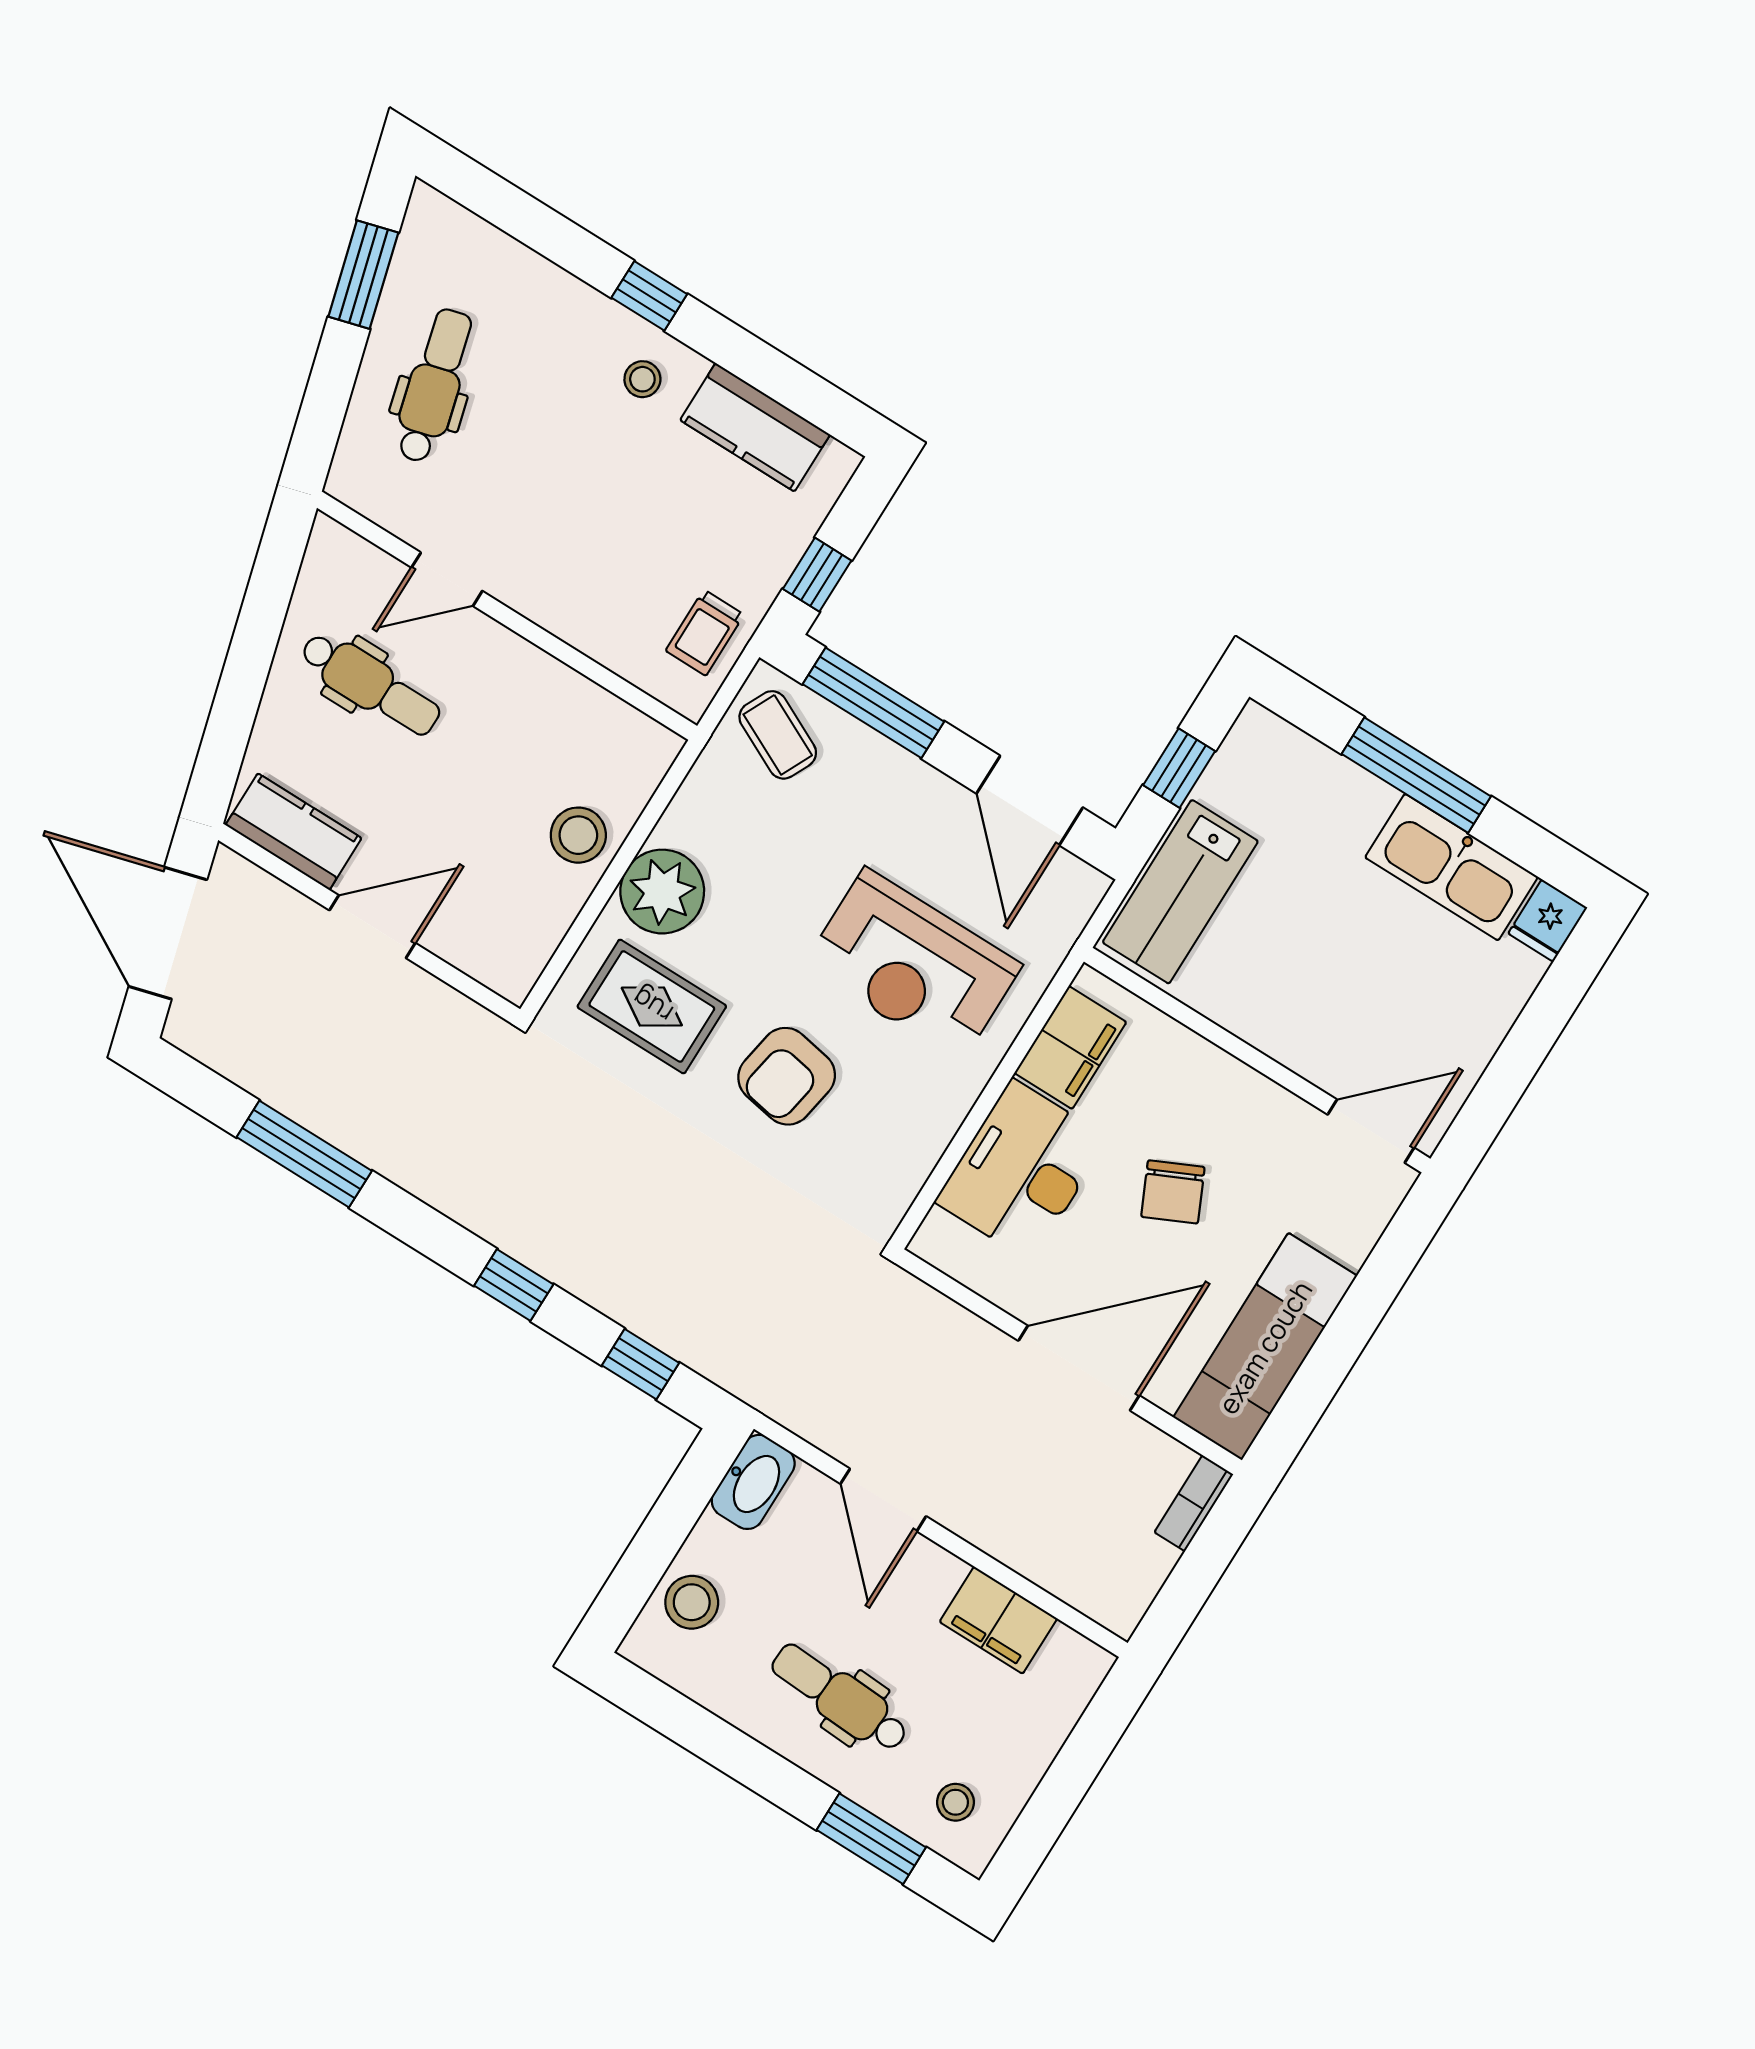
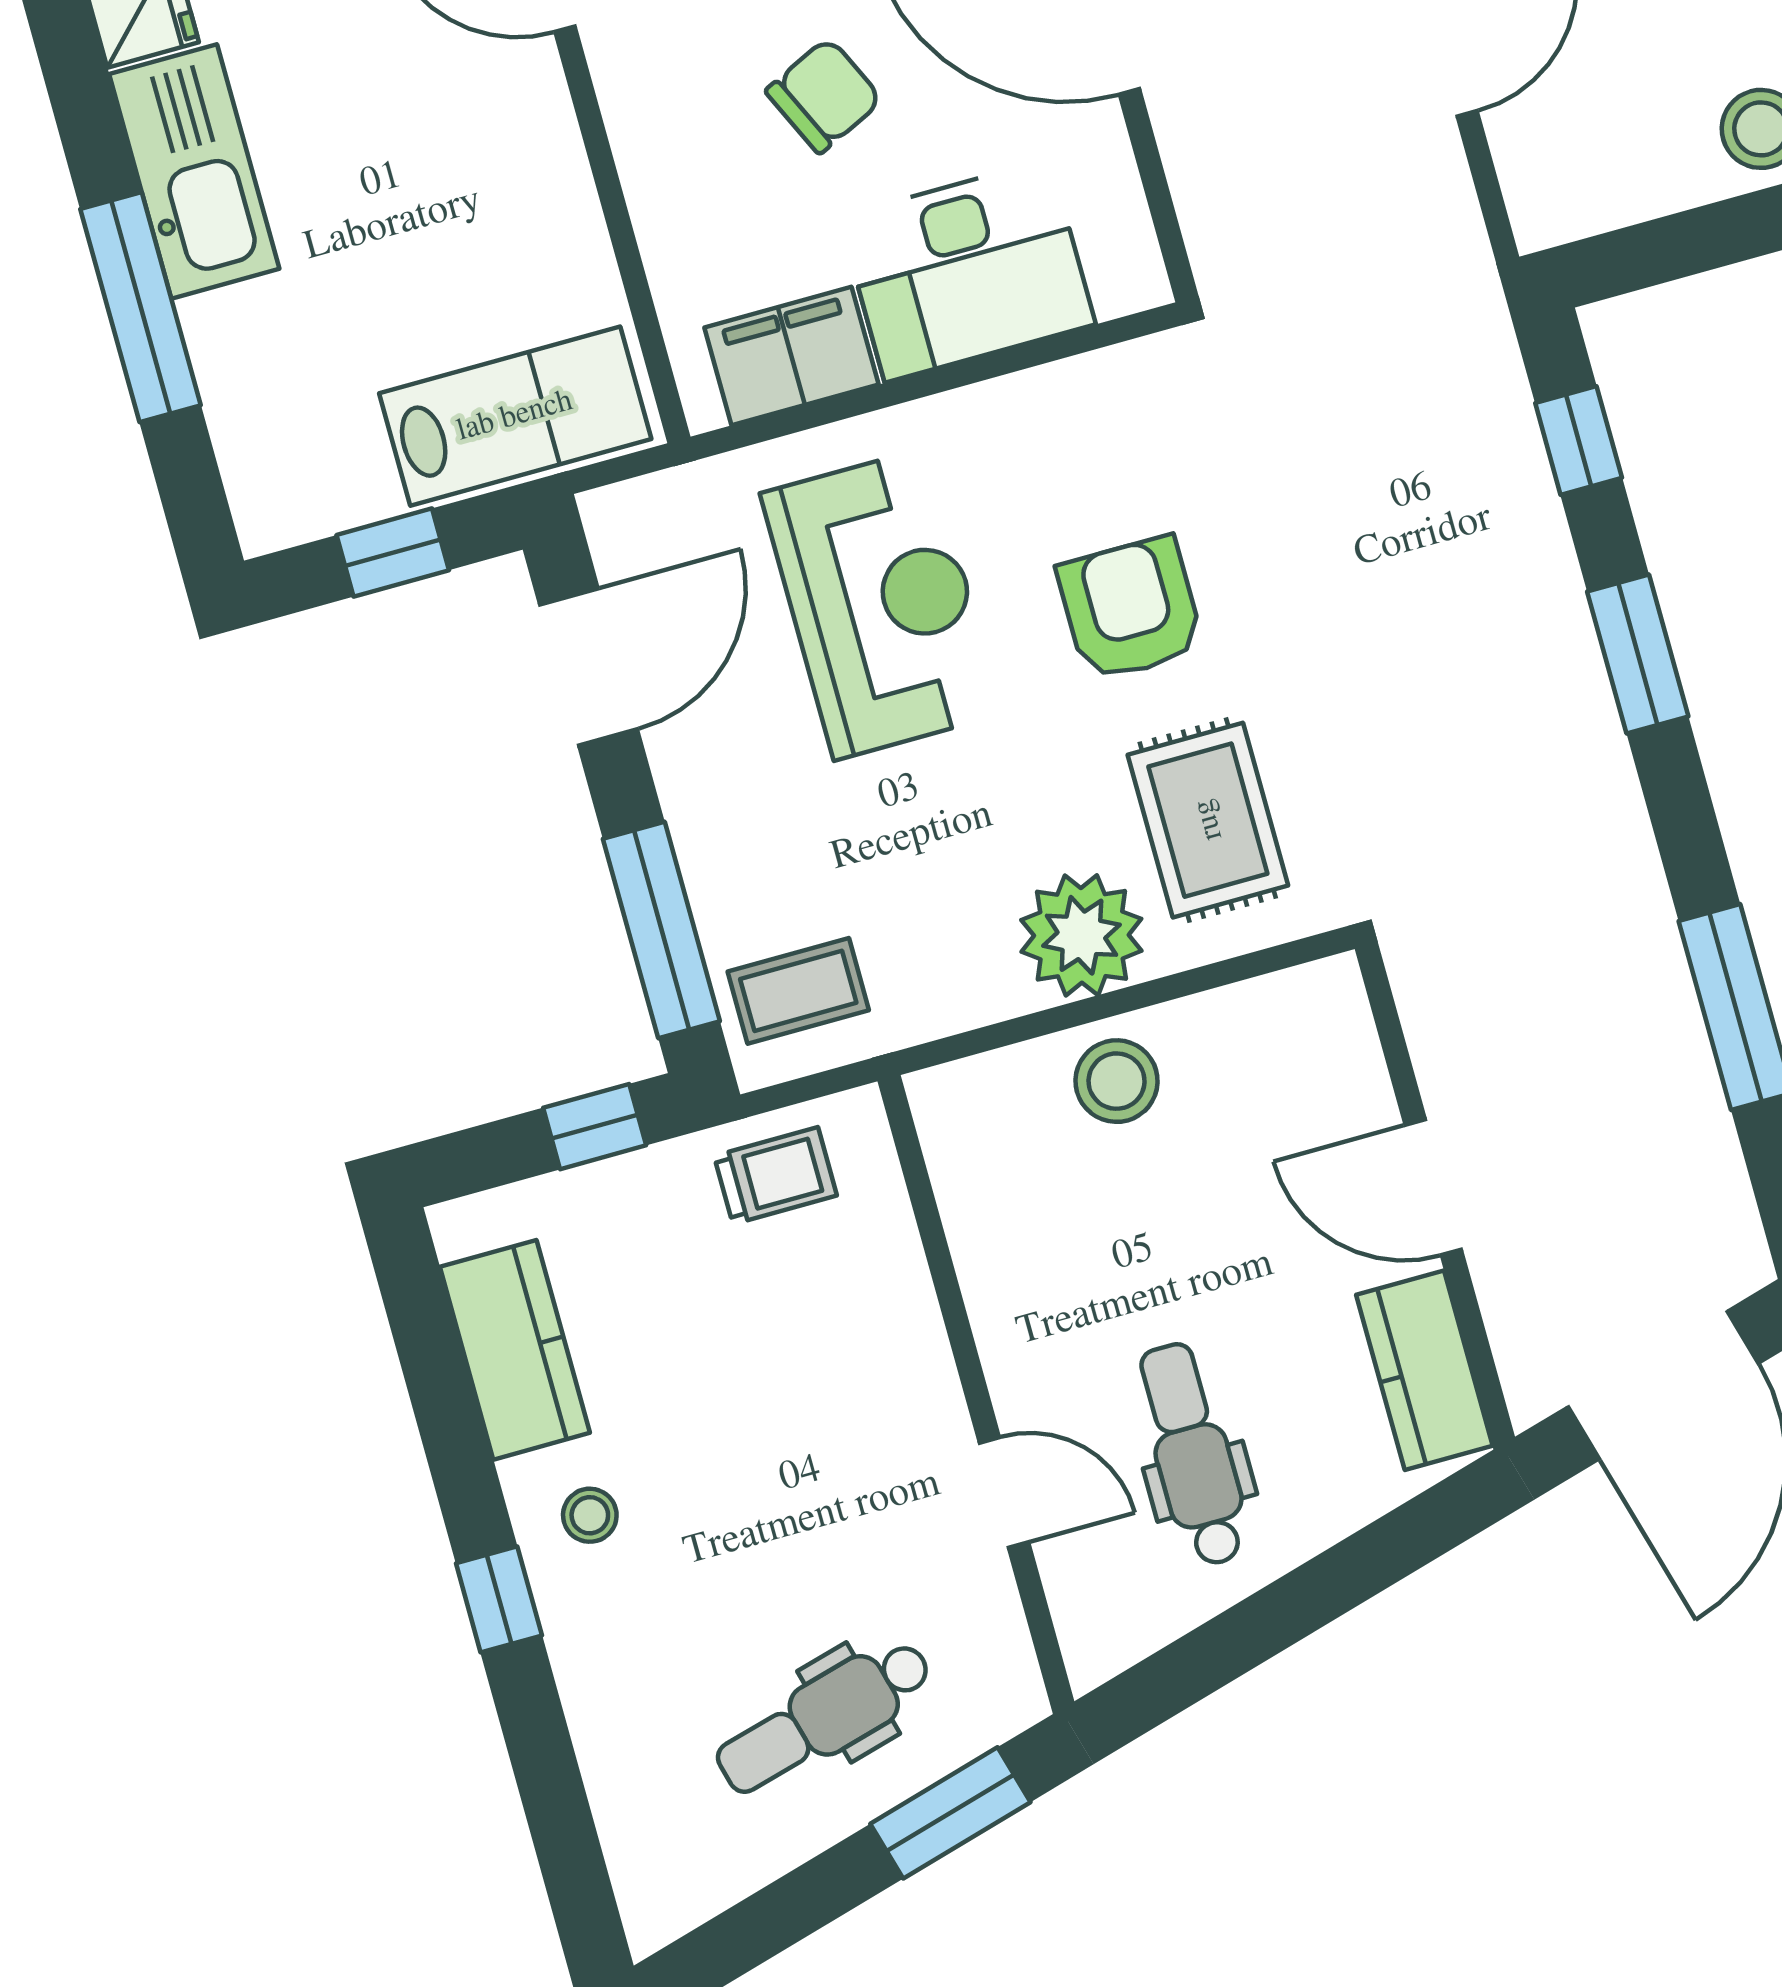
window: (363, 275) -> (950, 1813), moved
coffee table: (778, 735) -> (798, 991), turned 64
armchair: (787, 1076) -> (1130, 609), turned -100
window: (514, 1285) -> (1638, 654), width x1.50
washbasin: (753, 1482) -> (1573, 199), removed

